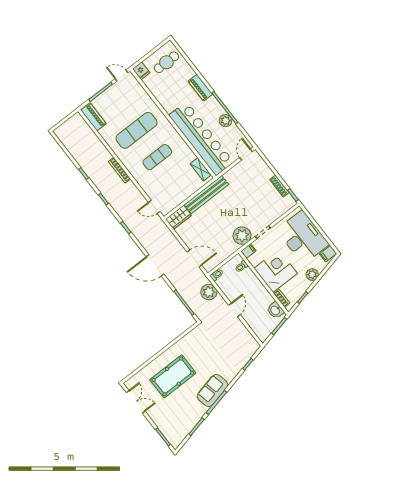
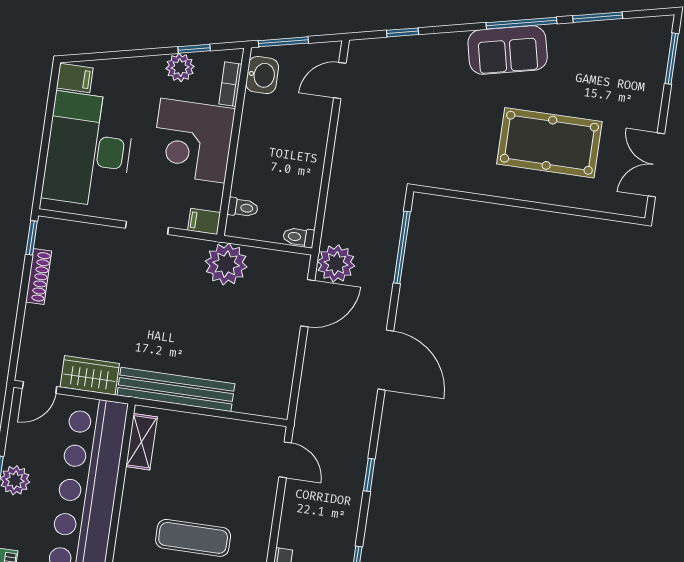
wardrobe: (178, 217) -> (90, 375), moved
plant: (242, 236) -> (226, 264), moved
door: (194, 258) -> (308, 303), swing flipped
plant: (312, 275) -> (180, 67), moved
plant: (209, 292) -> (336, 263), moved
door: (234, 310) -> (340, 81), moved

